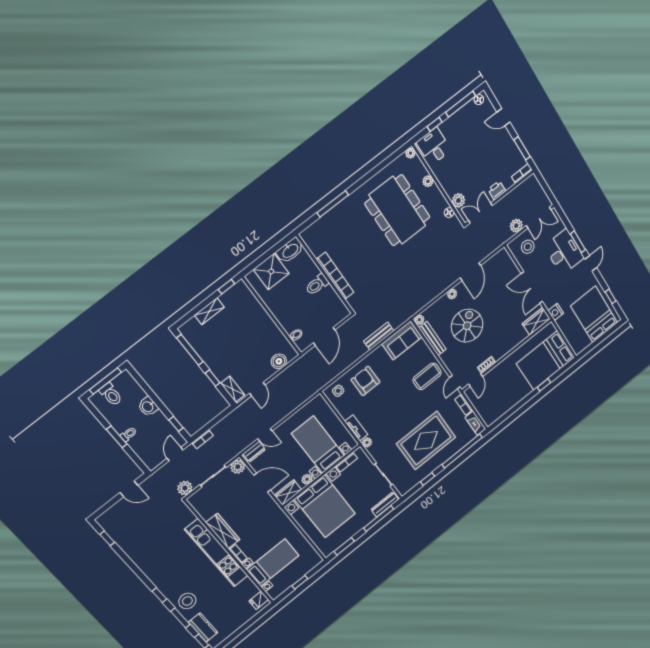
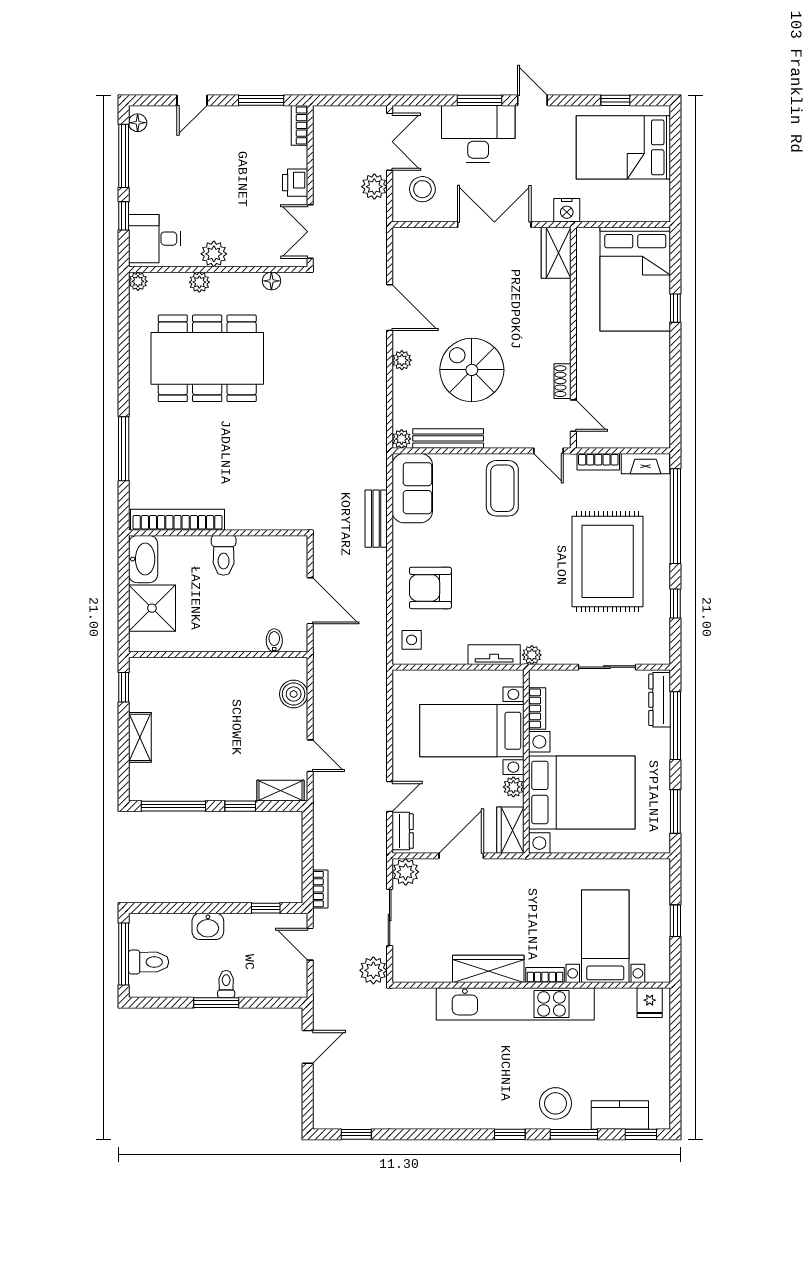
plant: (458, 200) -> (214, 254), moved
bookcase: (335, 276) -> (178, 520), moved
double door: (532, 288) -> (494, 225), swing flipped

